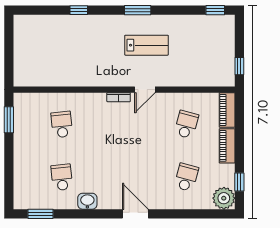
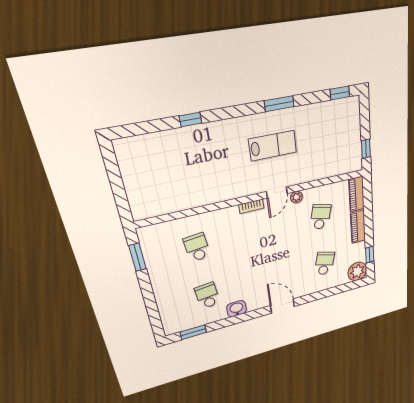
window: (138, 10) -> (279, 104), moved
plant: (164, 98) -> (296, 197), added

